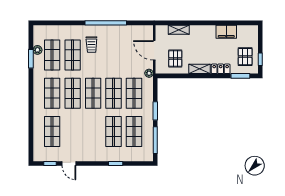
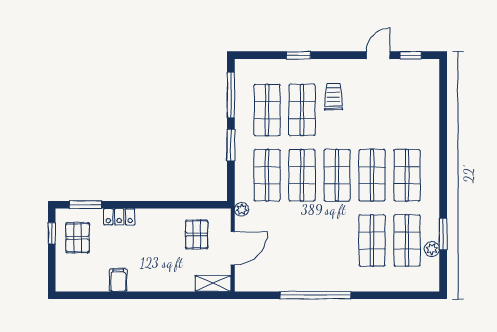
shelving: (179, 30) -> (213, 284), moved
filing cabinet: (226, 32) -> (118, 280), width x0.50
trolley: (91, 45) -> (333, 97), moved
door: (154, 50) -> (233, 248), hinge flipped
shelving: (199, 69) -> (155, 217), removed
shop shelf: (52, 131) -> (407, 110), removed
door: (69, 164) -> (378, 55), hinge flipped

